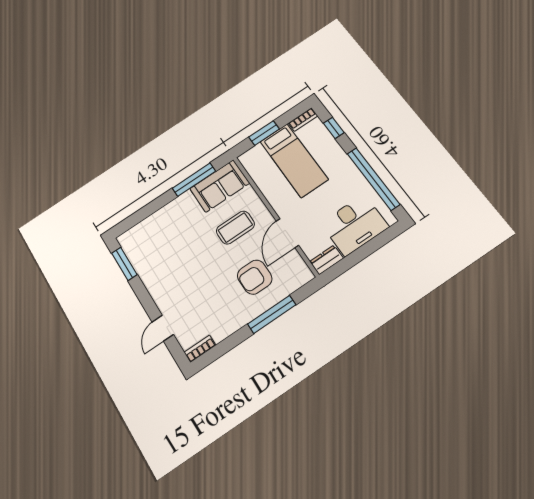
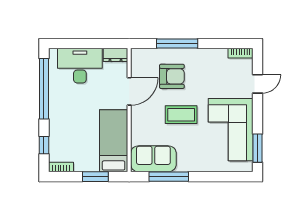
bed: (294, 160) -> (114, 141), moved
coffee table: (235, 228) -> (181, 115), moved
corner sofa: (162, 264) -> (231, 130), added

